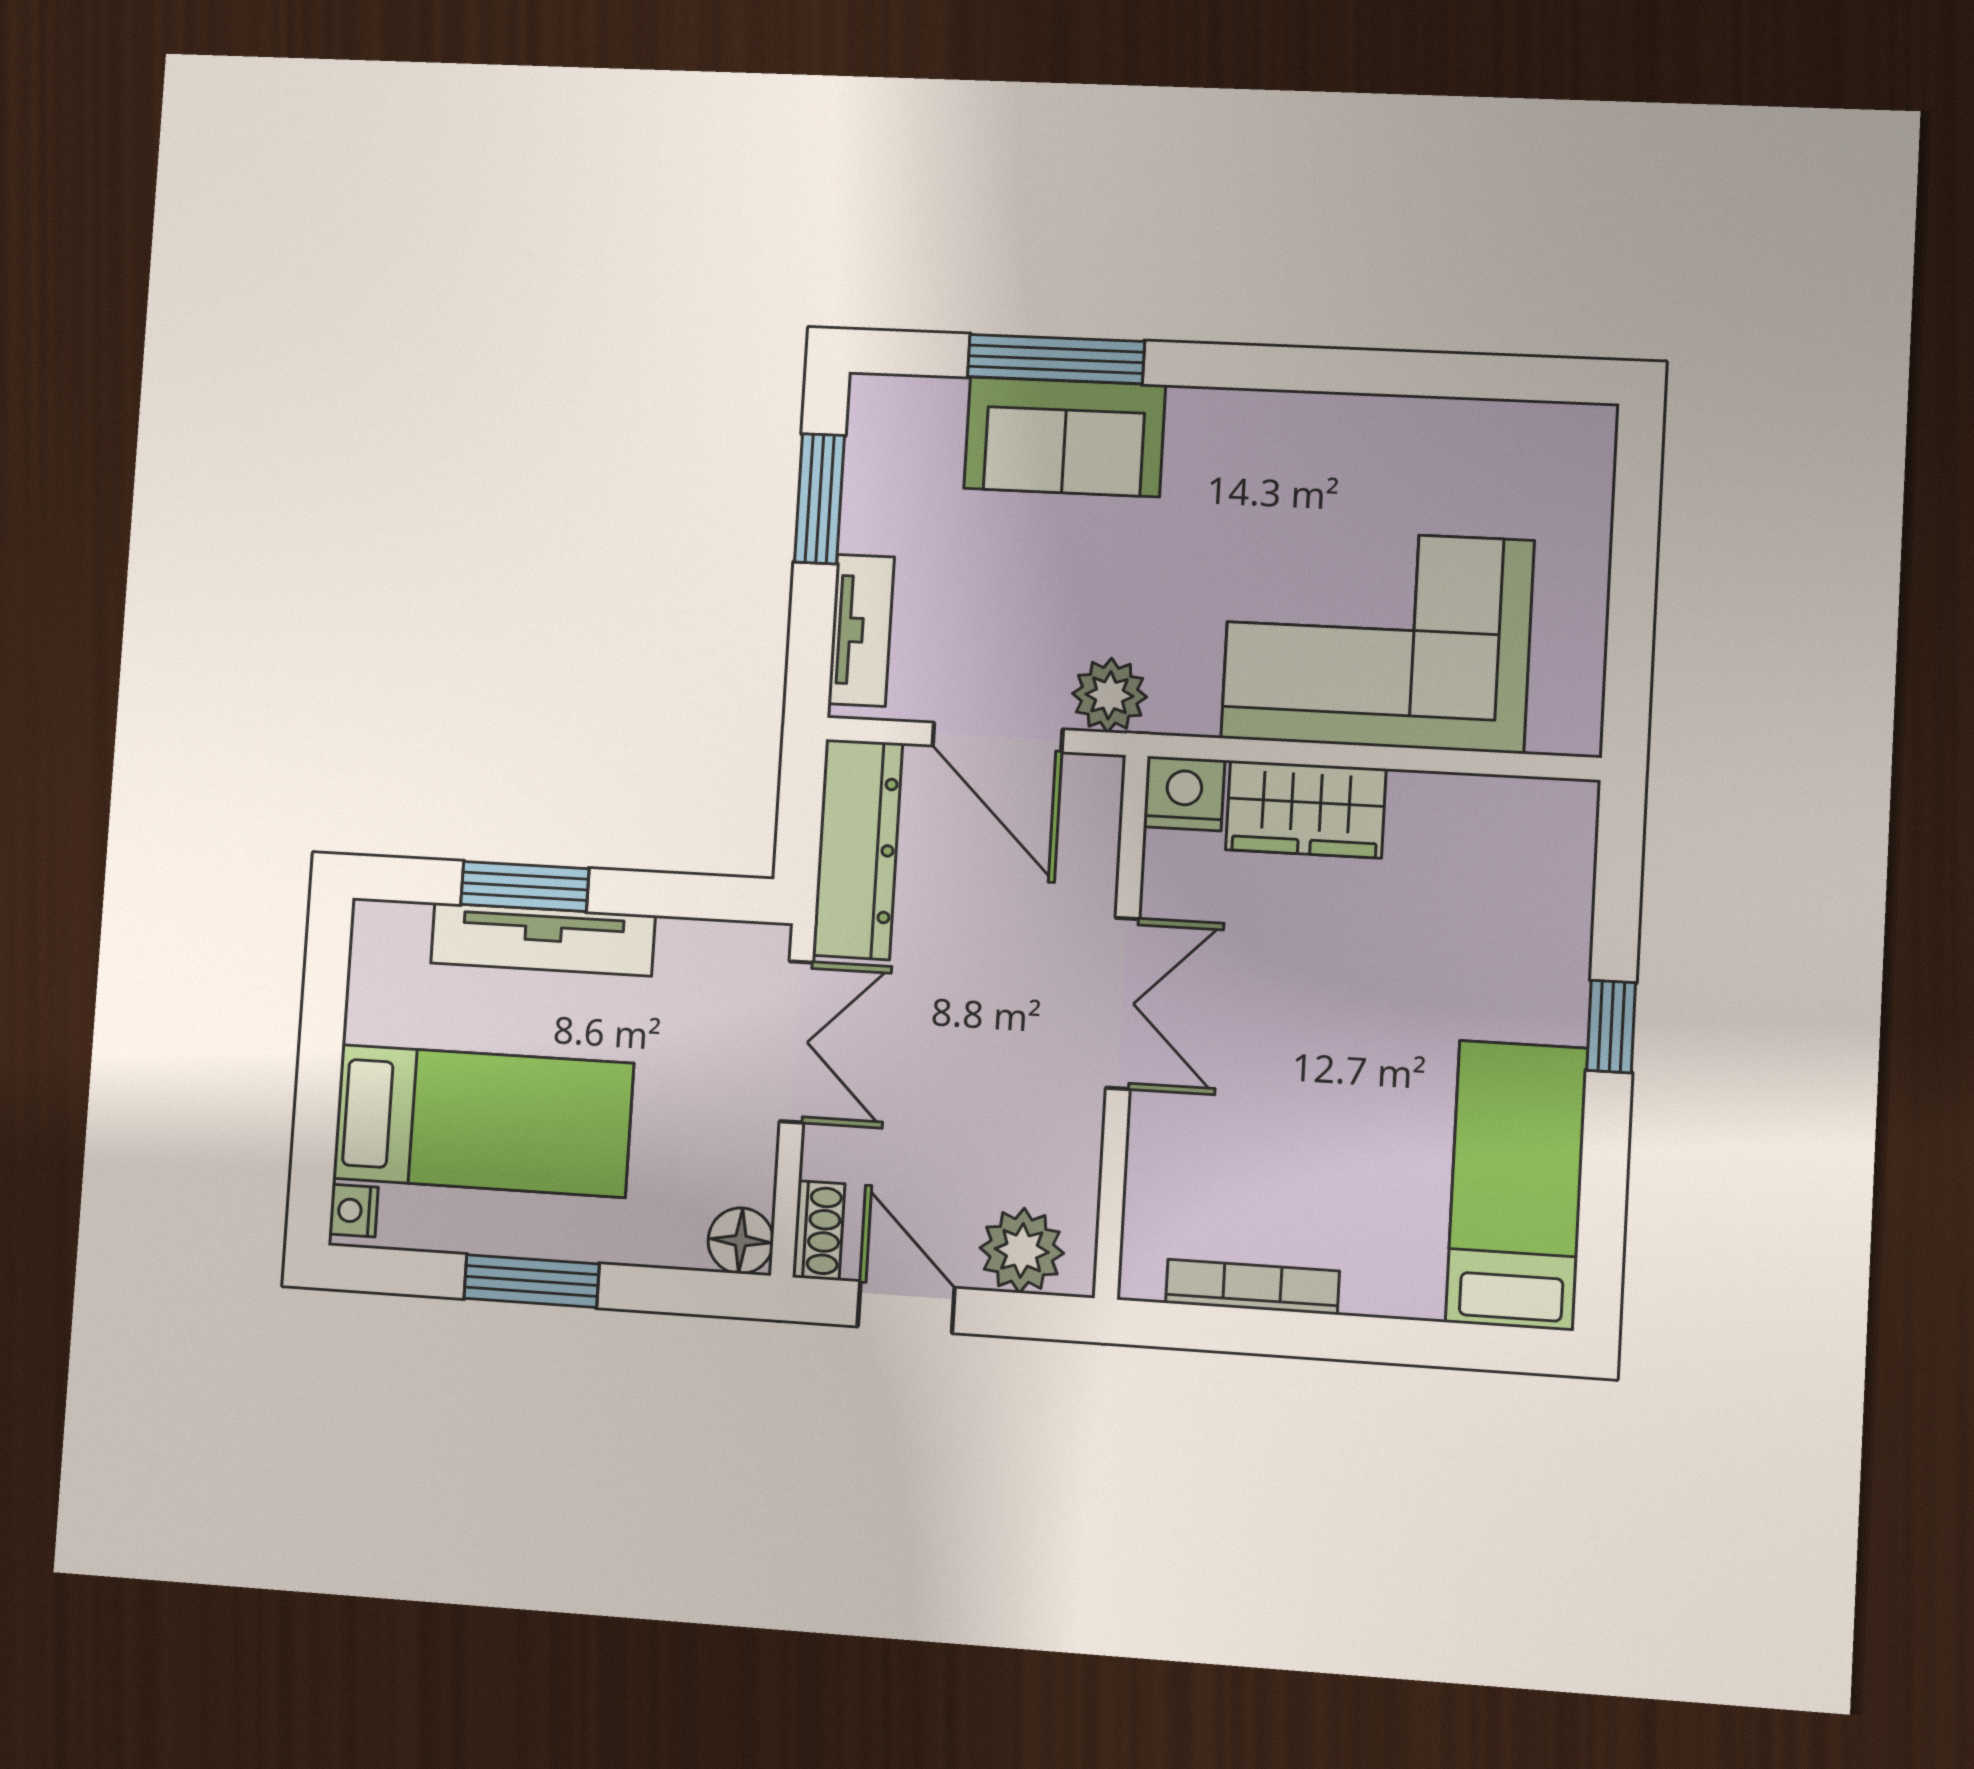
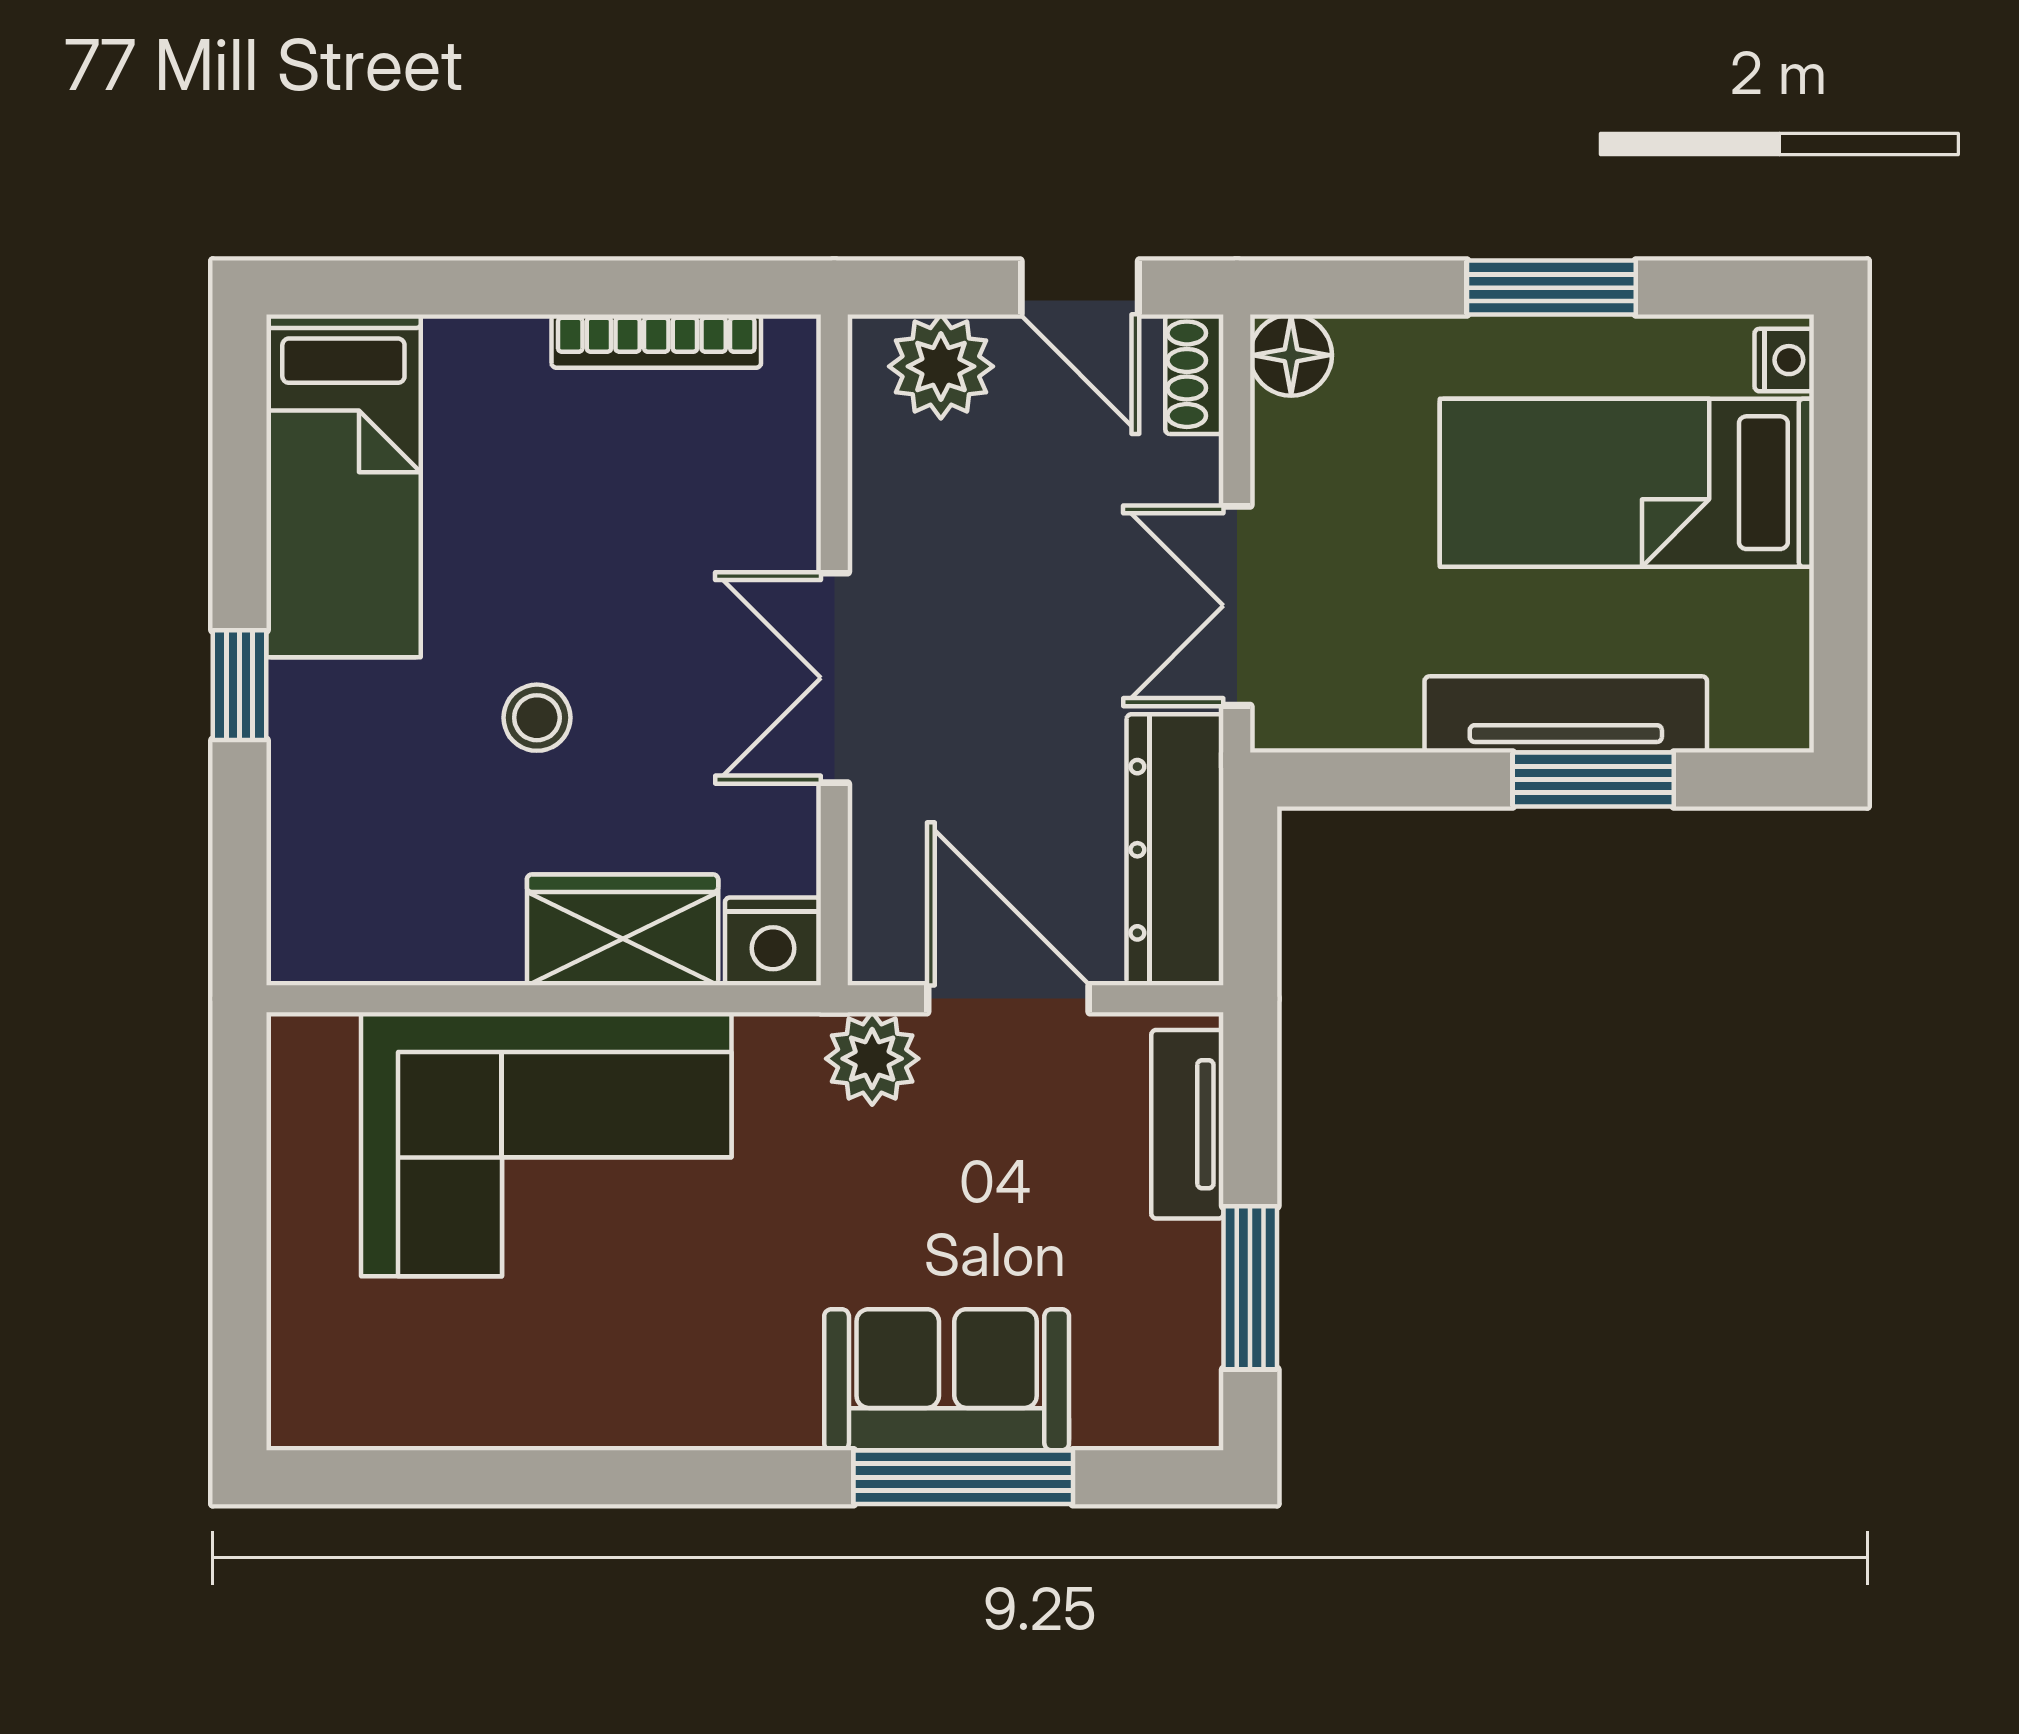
stool: (1367, 985) -> (537, 718), added

